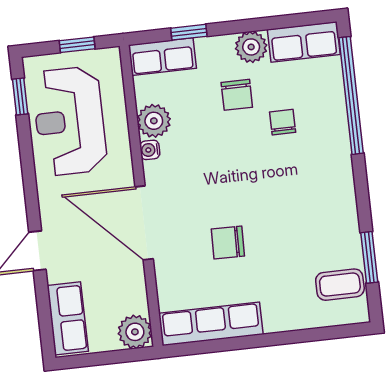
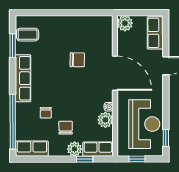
plant: (251, 47) -> (75, 149), moved
row of seats: (211, 324) -> (23, 78), moved, turned -90

